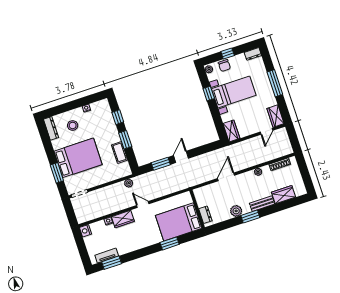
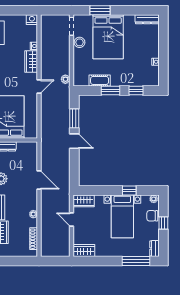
window: (275, 83) -> (136, 261), moved
stool: (73, 125) -> (79, 42), moved
door: (266, 131) -> (72, 219), moved

